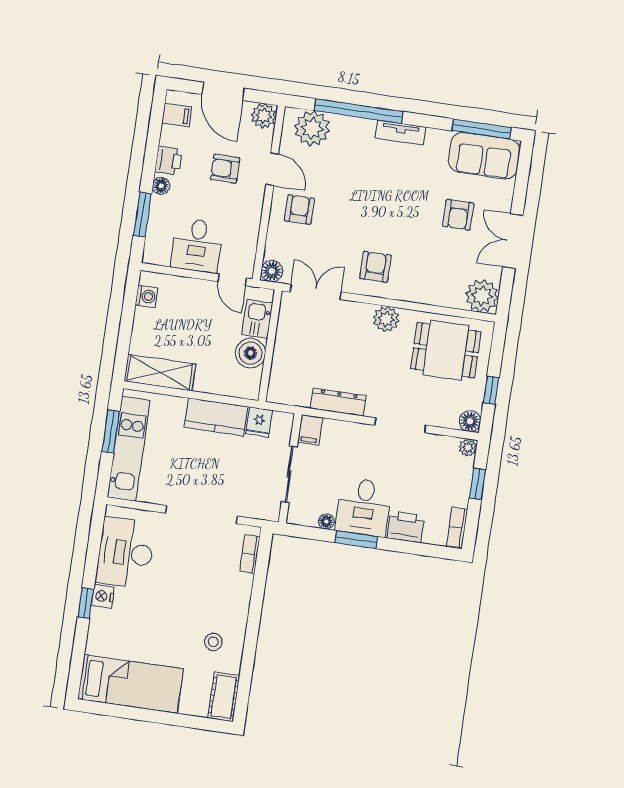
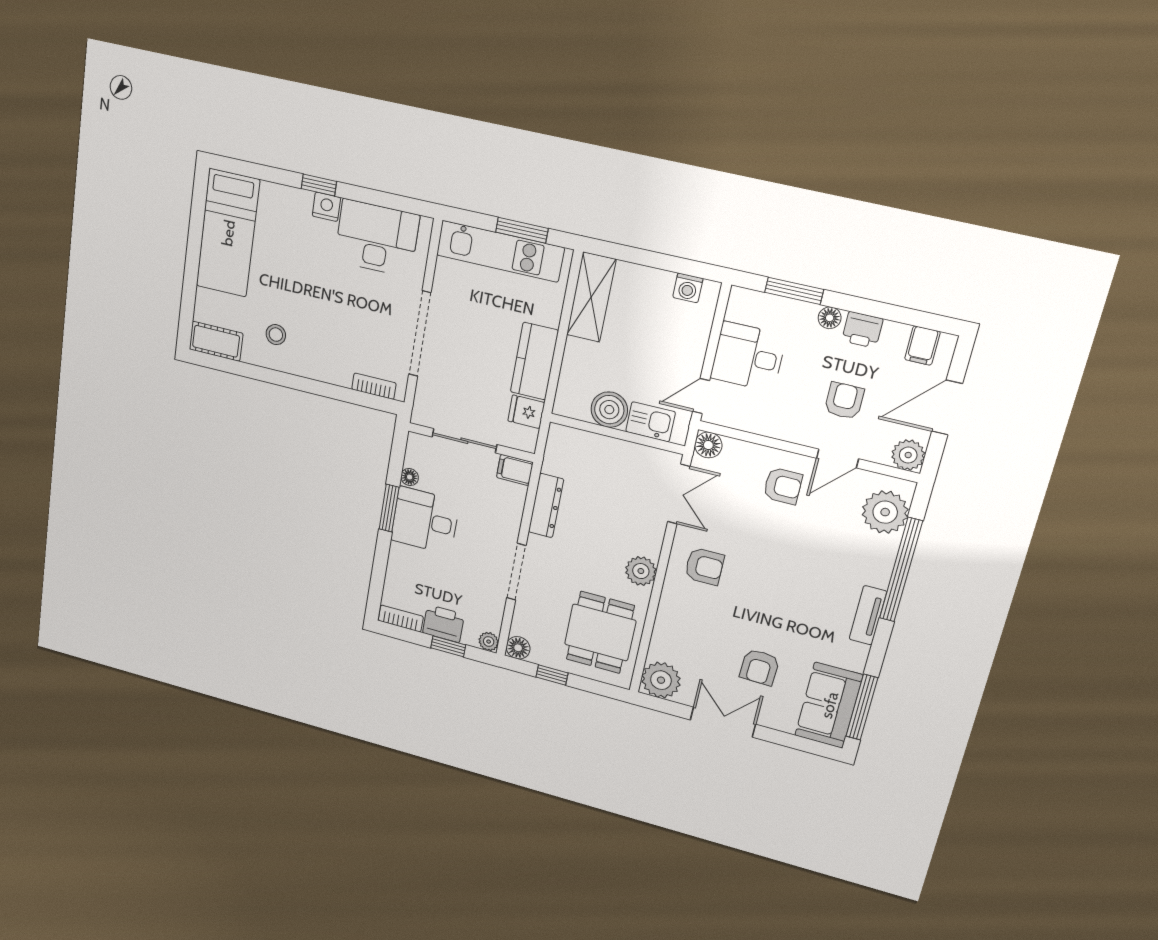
armchair: (458, 215) -> (759, 667), turned -88
printer: (406, 527) -> (443, 624), moved, turned -90

